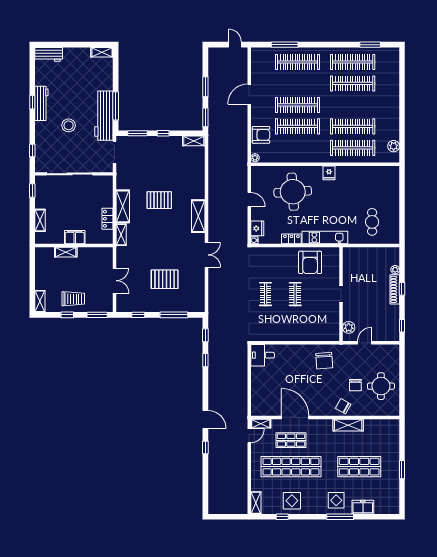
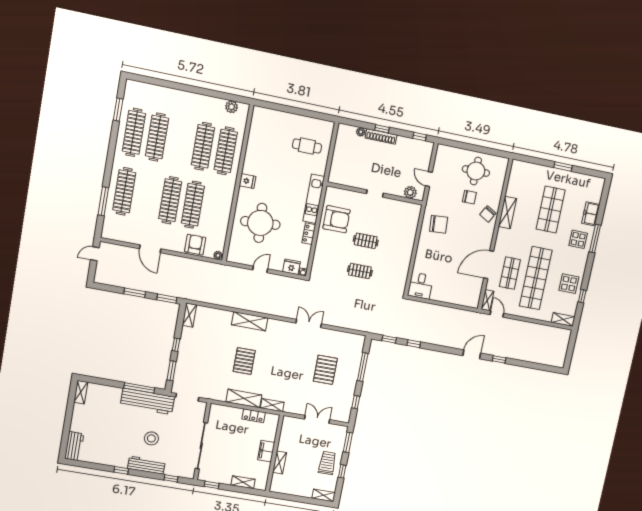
workbench: (41, 103) -> (146, 465), moved
shelving: (198, 216) -> (250, 321), moved

